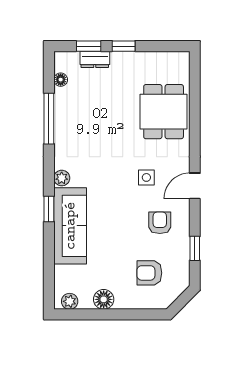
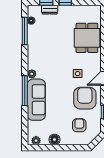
window: (49, 119) -> (25, 31), moved
window: (49, 209) -> (25, 91), width x2.17
armchair: (160, 223) -> (85, 98), width x1.88, depth x1.88
armchair: (149, 273) -> (79, 125), turned 90

